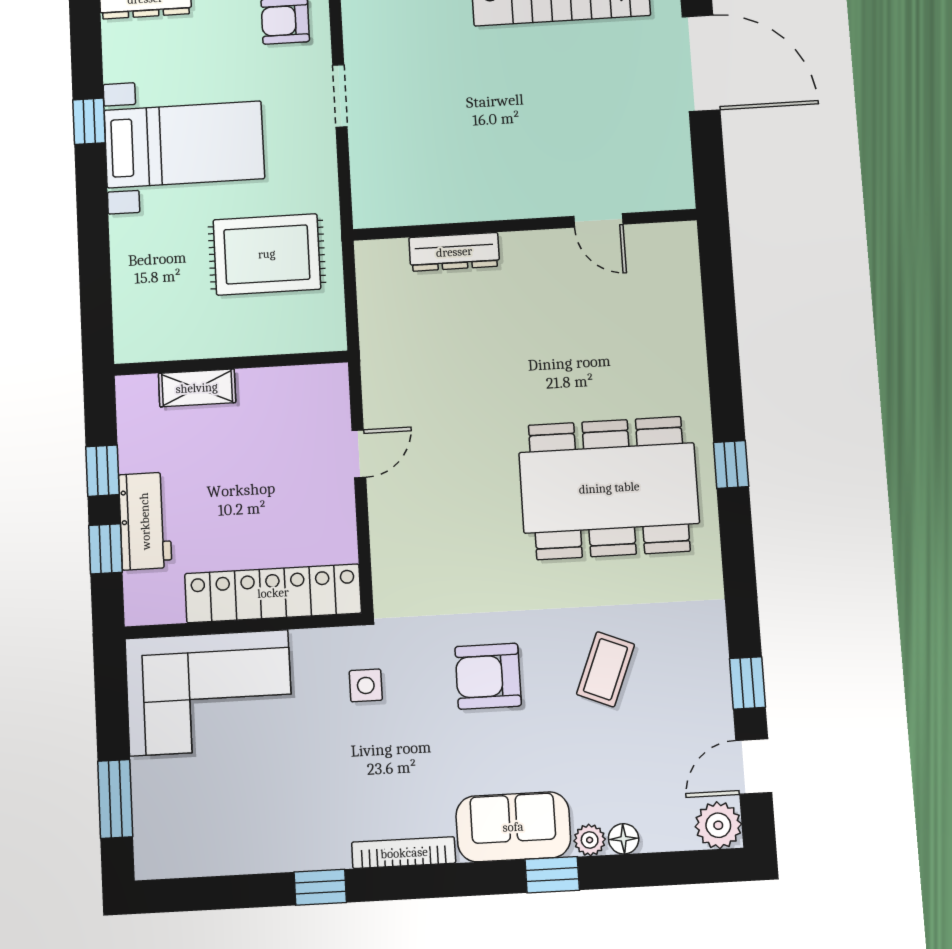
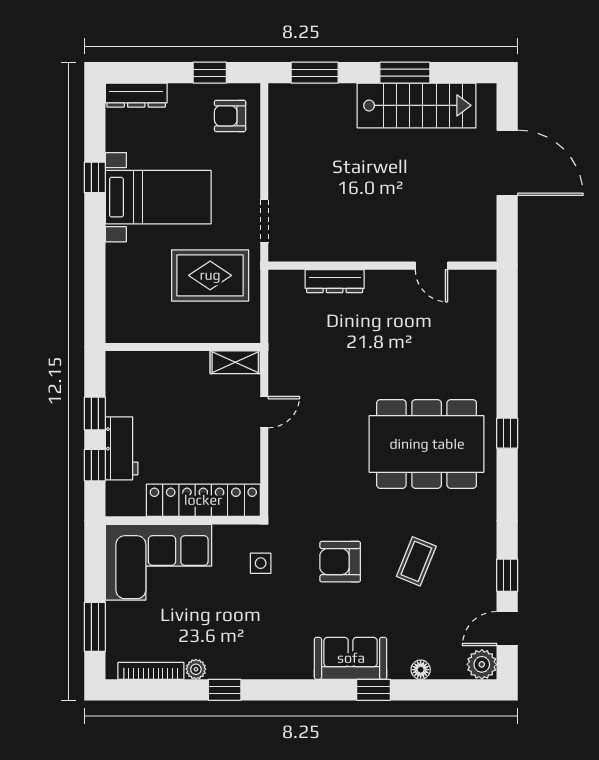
doorway: (340, 96) -> (264, 221), moved
shelving: (197, 388) -> (235, 362), moved
plant: (590, 840) -> (196, 669), moved
bookcase: (404, 853) -> (151, 671), moved

